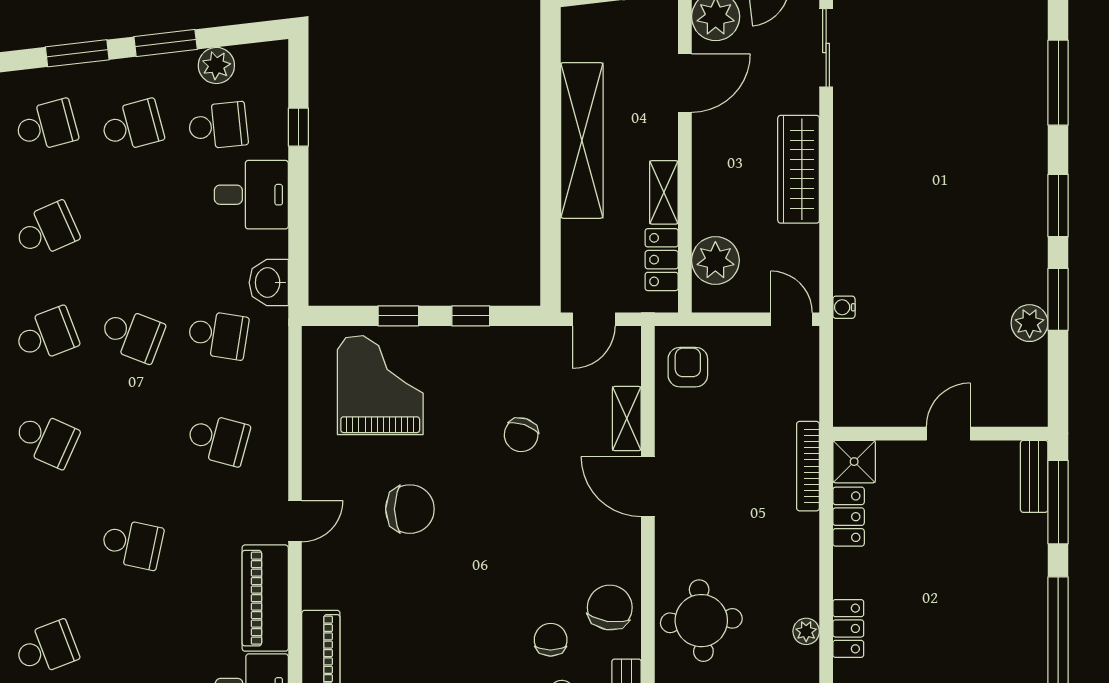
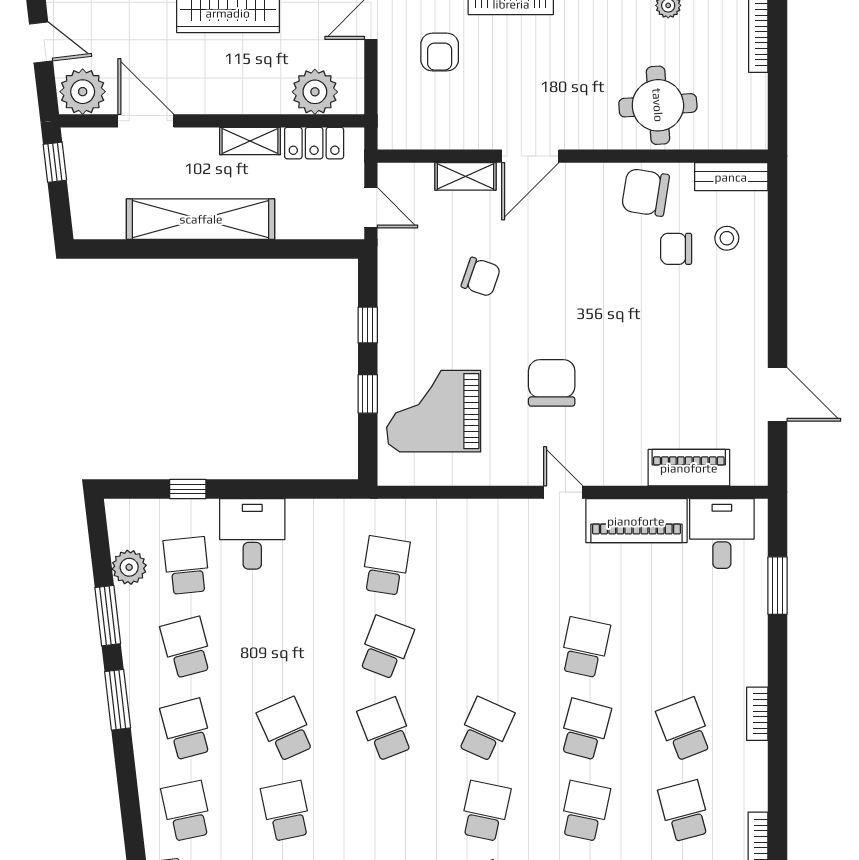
washbasin: (269, 283) -> (336, 517), removed
armchair: (688, 367) -> (440, 52), moved, turned -90
school desk: (218, 439) -> (585, 729), moved

